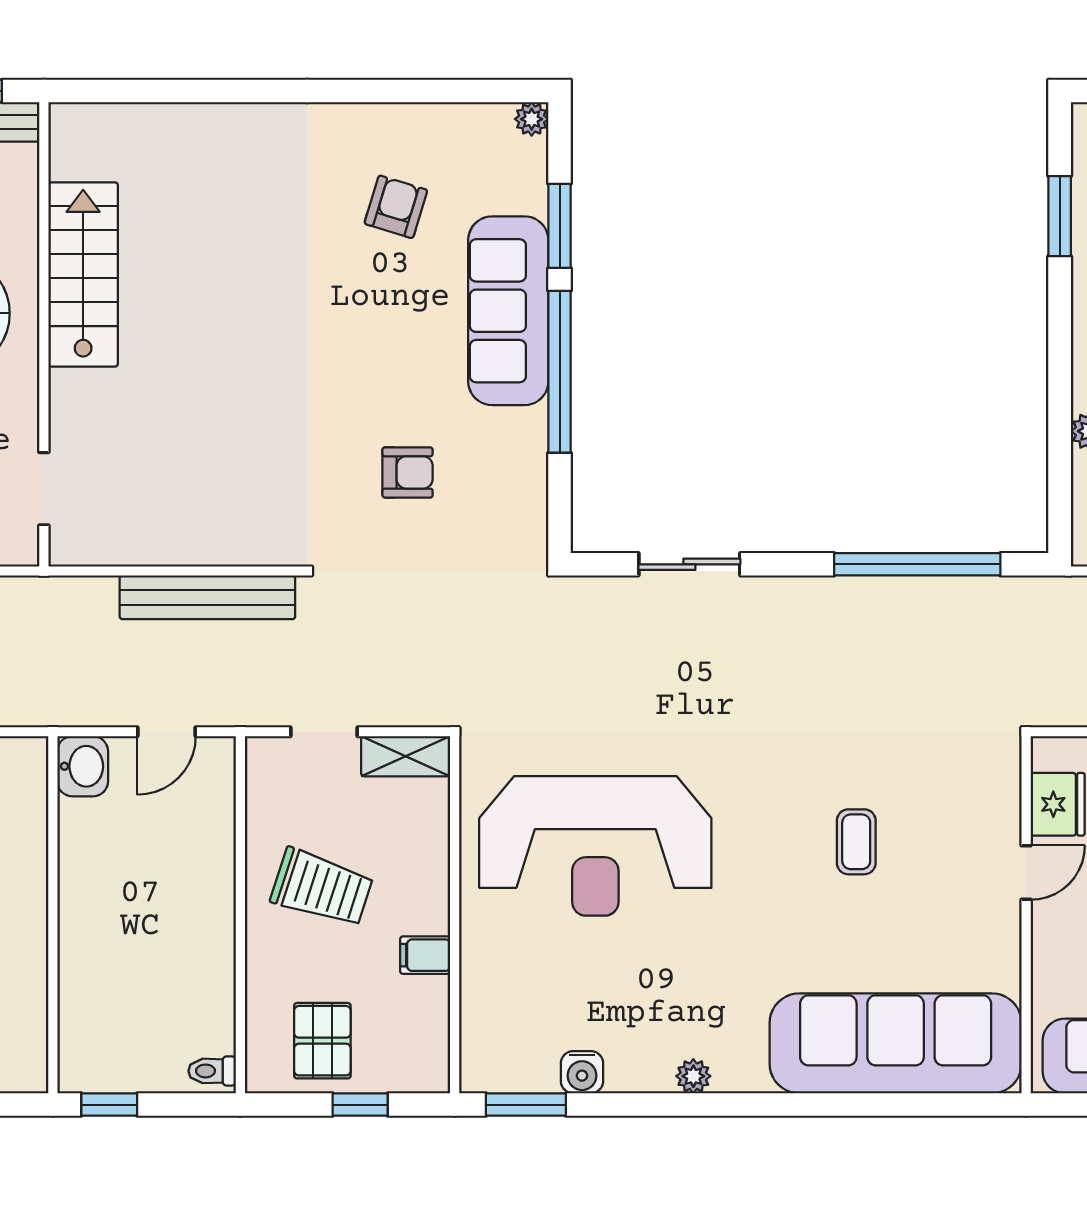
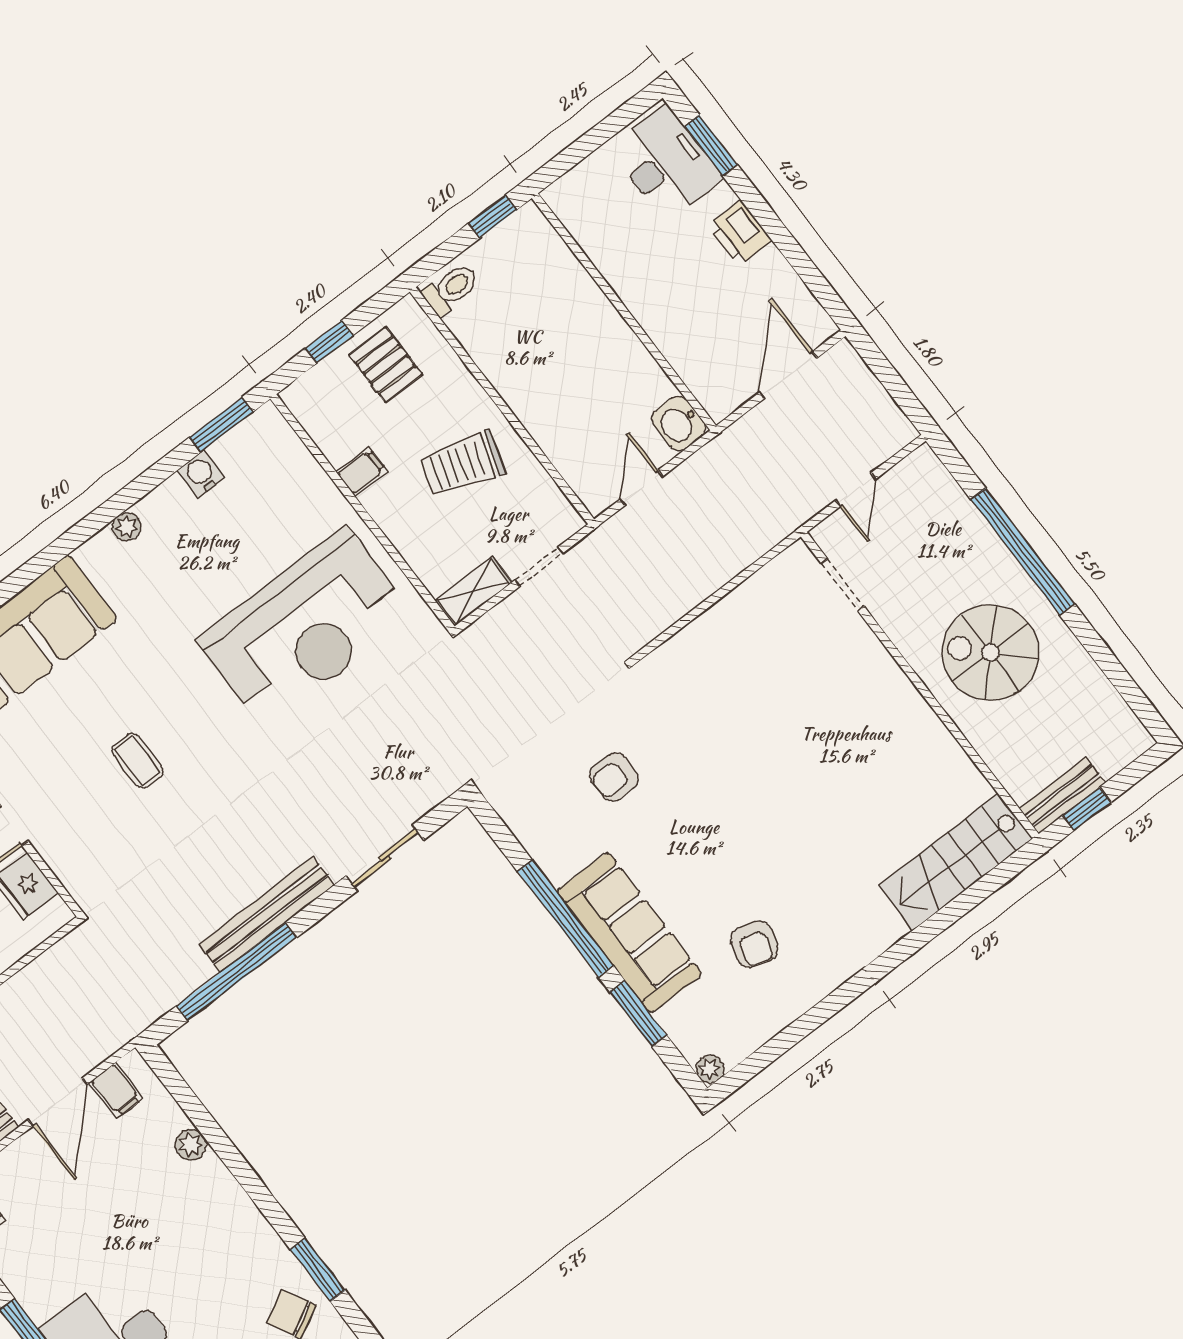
stairs: (83, 274) -> (956, 862), moved, turned 90
bench: (207, 597) -> (267, 914), moved
reception desk: (595, 846) -> (305, 628), turned 180
toilet: (212, 1071) -> (451, 289), width x1.37, depth x1.39

